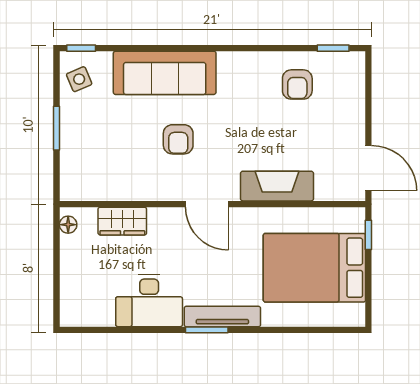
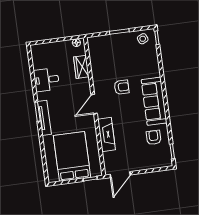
sofa: (165, 73) -> (154, 101), moved
armchair: (297, 84) -> (154, 137), turned 90
armchair: (178, 139) -> (122, 87), turned 180
desk: (149, 301) -> (46, 80), width x0.73

